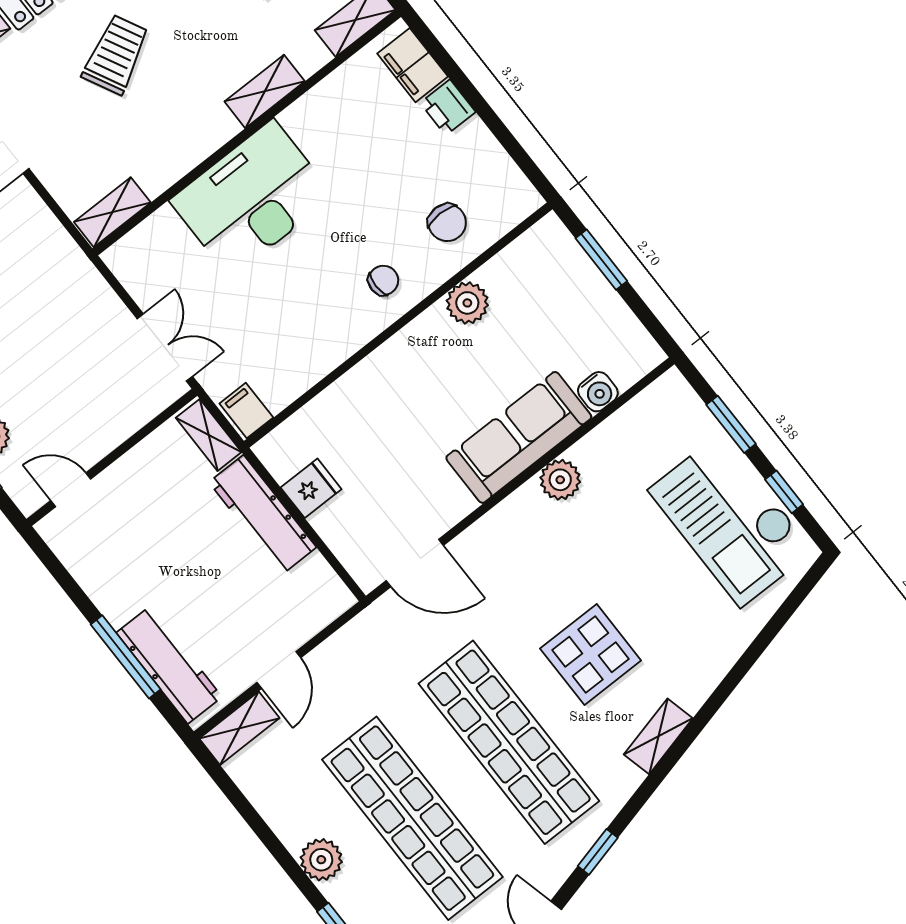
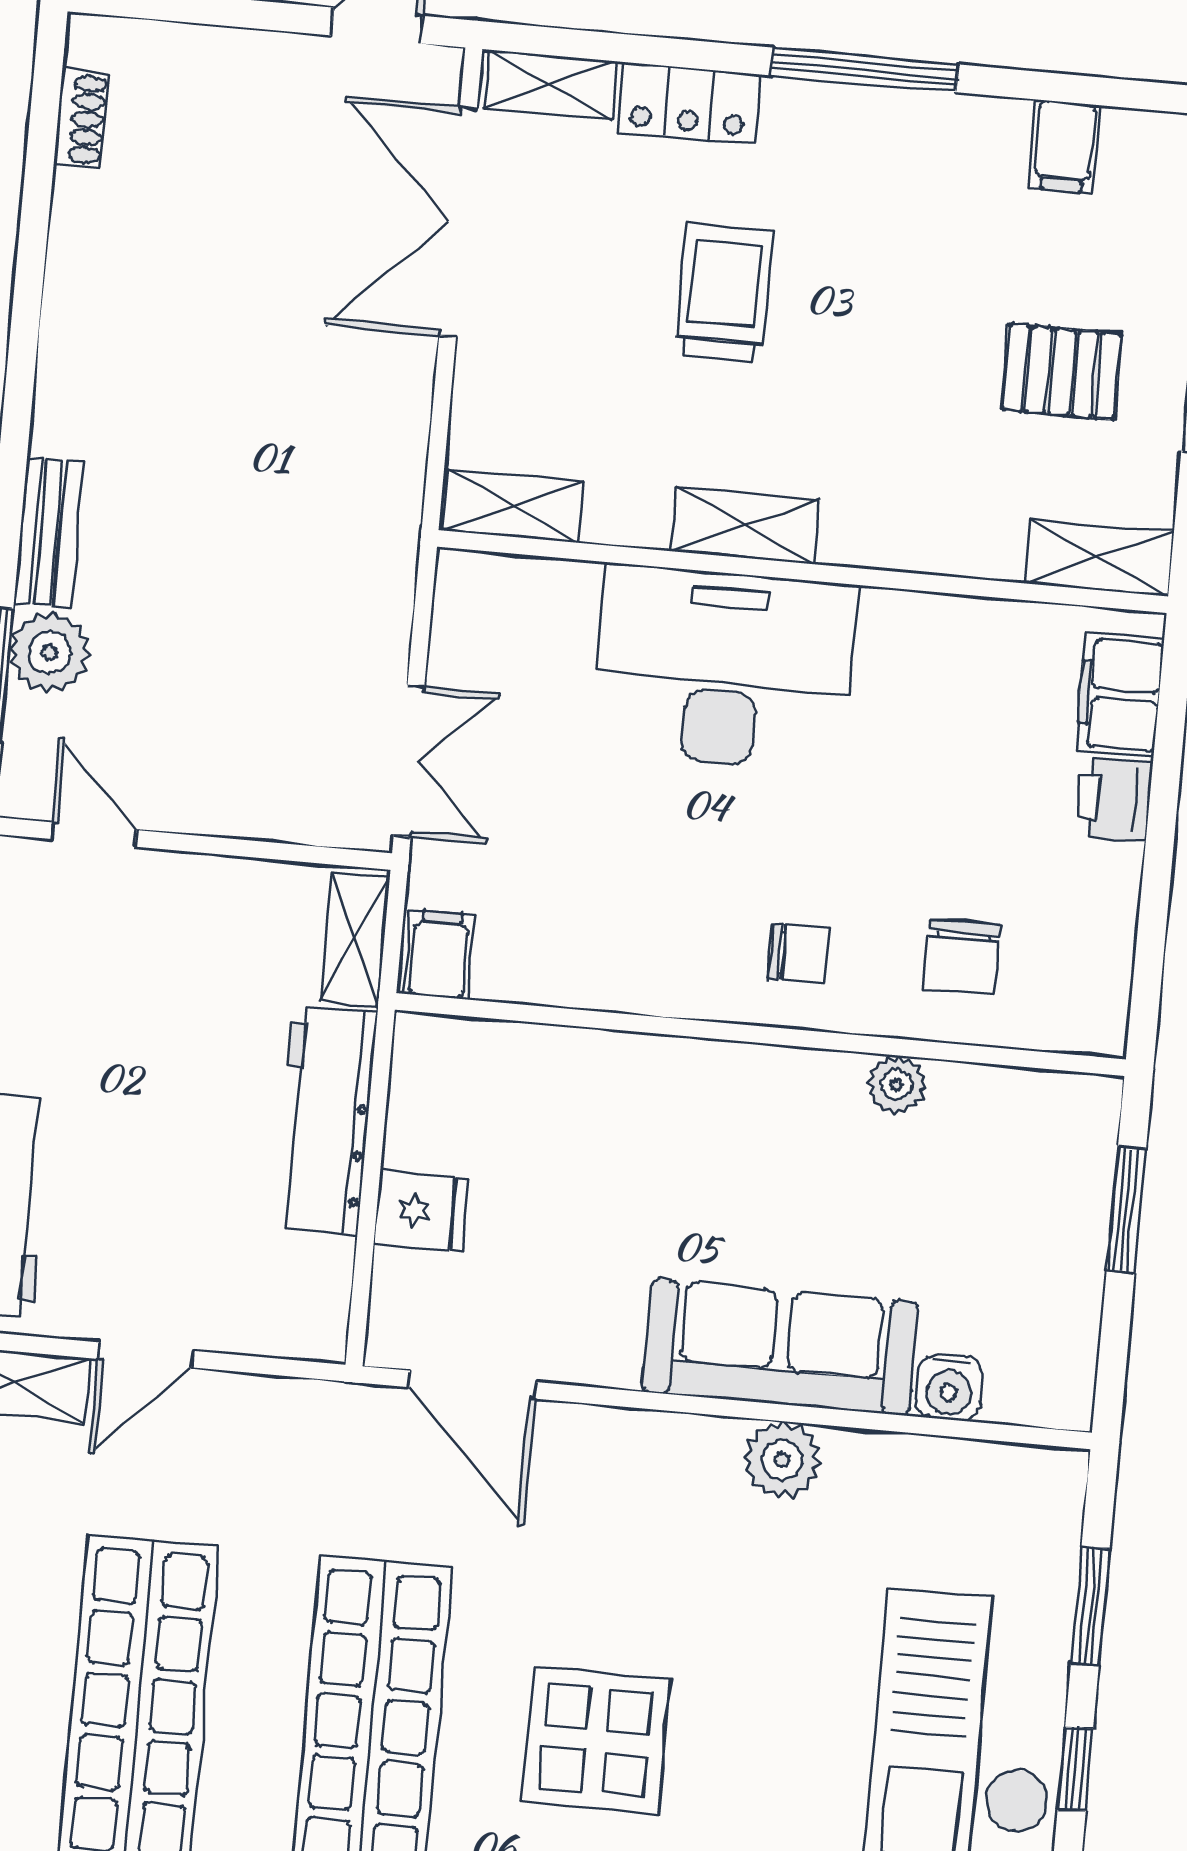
trolley: (116, 55) -> (724, 293), turned -63
shelving: (265, 91) -> (745, 525), moved
plant: (467, 303) -> (897, 1084), width x0.73, depth x0.73
fridge: (311, 488) -> (421, 1211), moved

